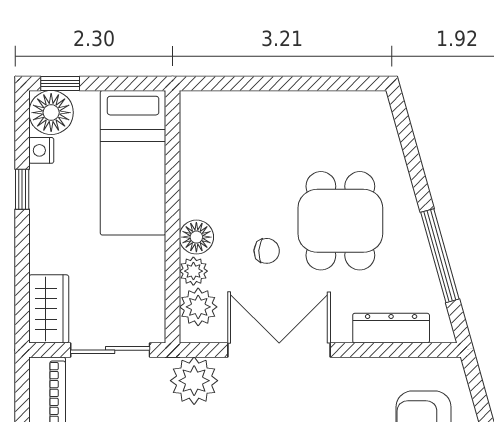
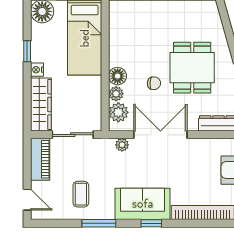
nightstand: (41, 150) -> (37, 70), moved
wardrobe: (49, 309) -> (41, 104), width x1.50
plant: (194, 381) -> (122, 145), width x0.53, depth x0.53

